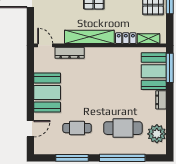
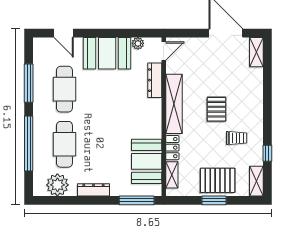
plant: (39, 67) -> (138, 43), added
booth: (154, 71) -> (147, 161), moved, turned 90
dresser: (161, 100) -> (93, 190), width x1.44
cafe table: (77, 128) -> (64, 89), width x1.37, depth x1.35

